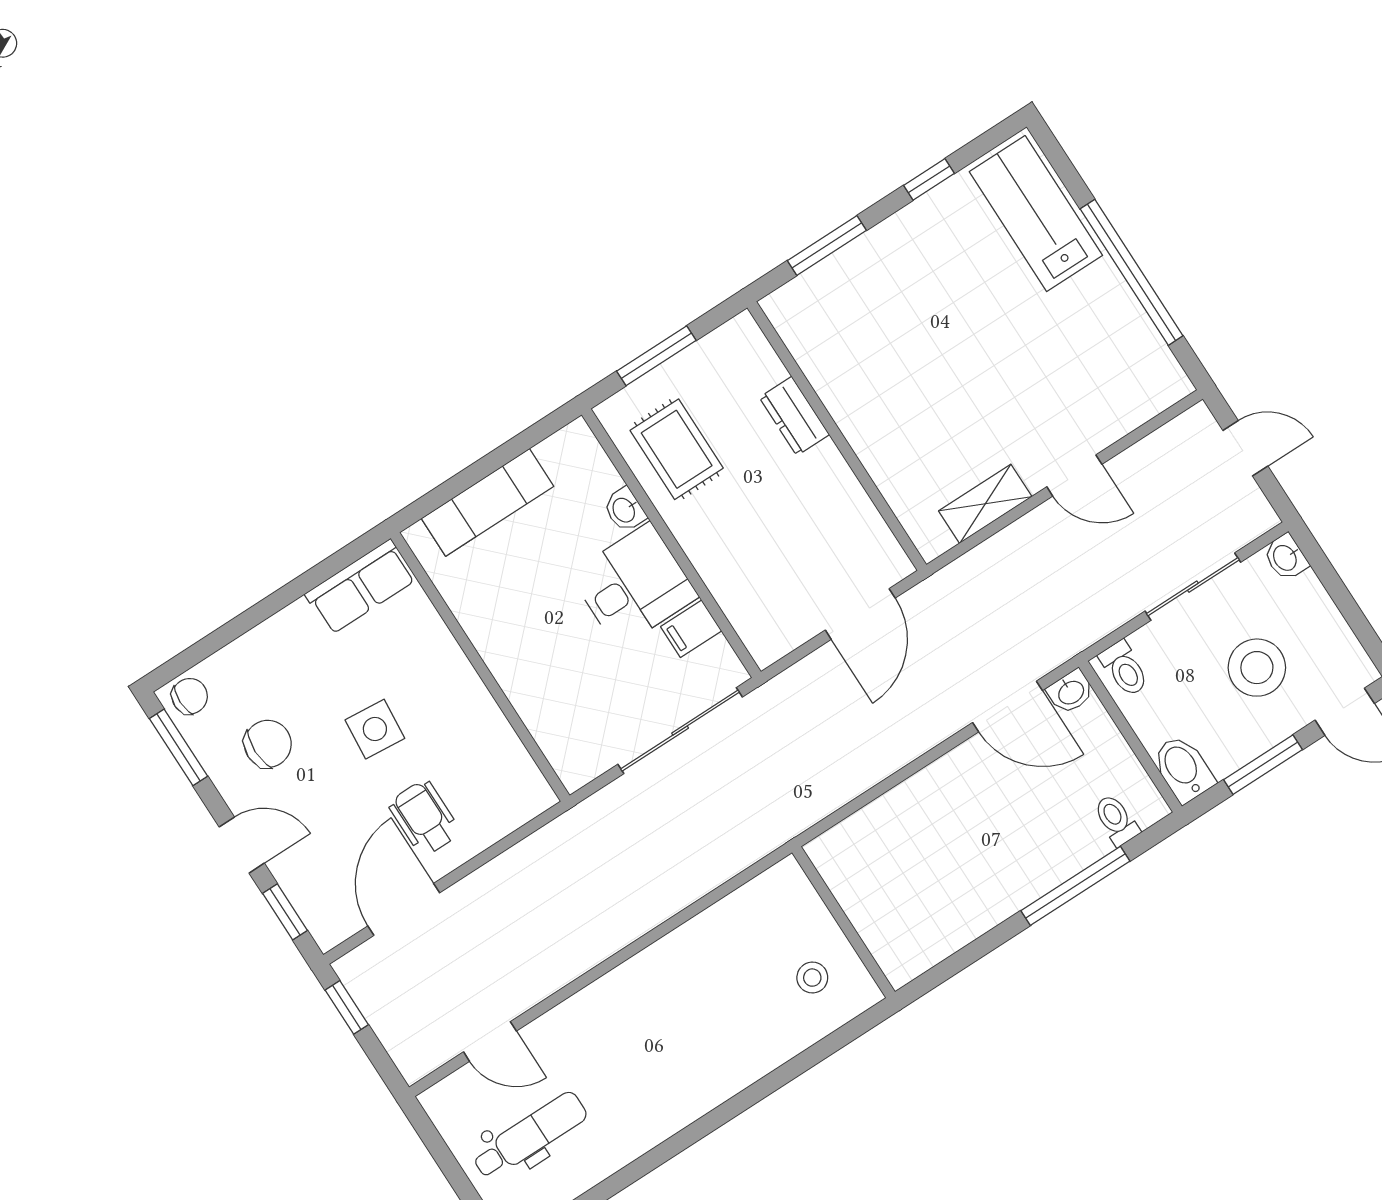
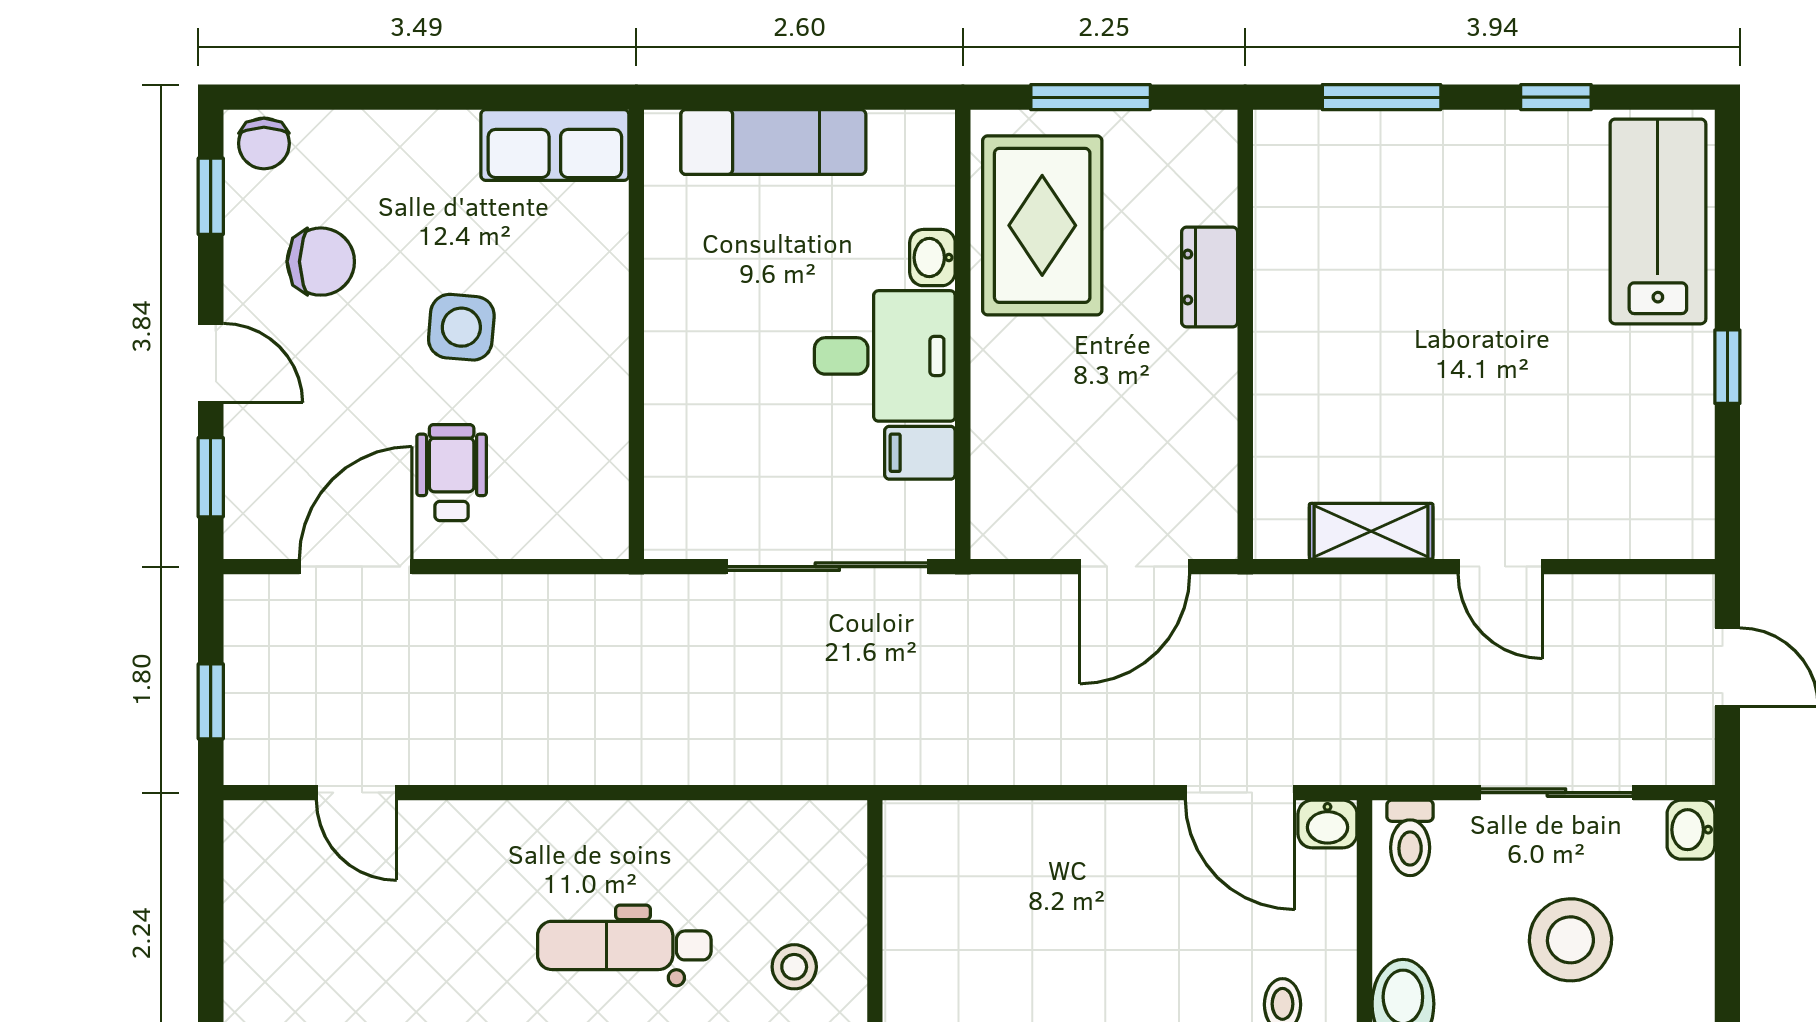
window: (1132, 272) -> (1727, 367), width x0.32
rug: (677, 449) -> (1042, 225), width x1.36, depth x1.43
chair: (190, 696) -> (264, 143), turned 90
window: (179, 747) -> (211, 196), width x0.67
window: (347, 1007) -> (211, 701), moved
dental chair: (530, 1136) -> (624, 945), moved, turned 180

